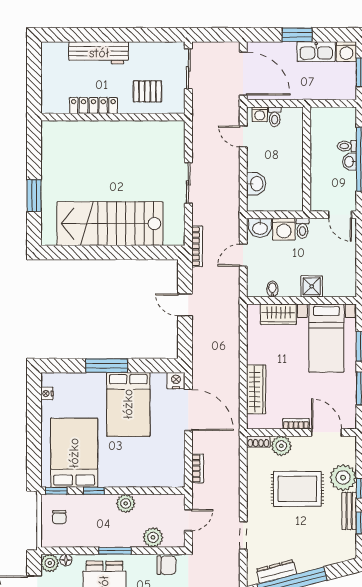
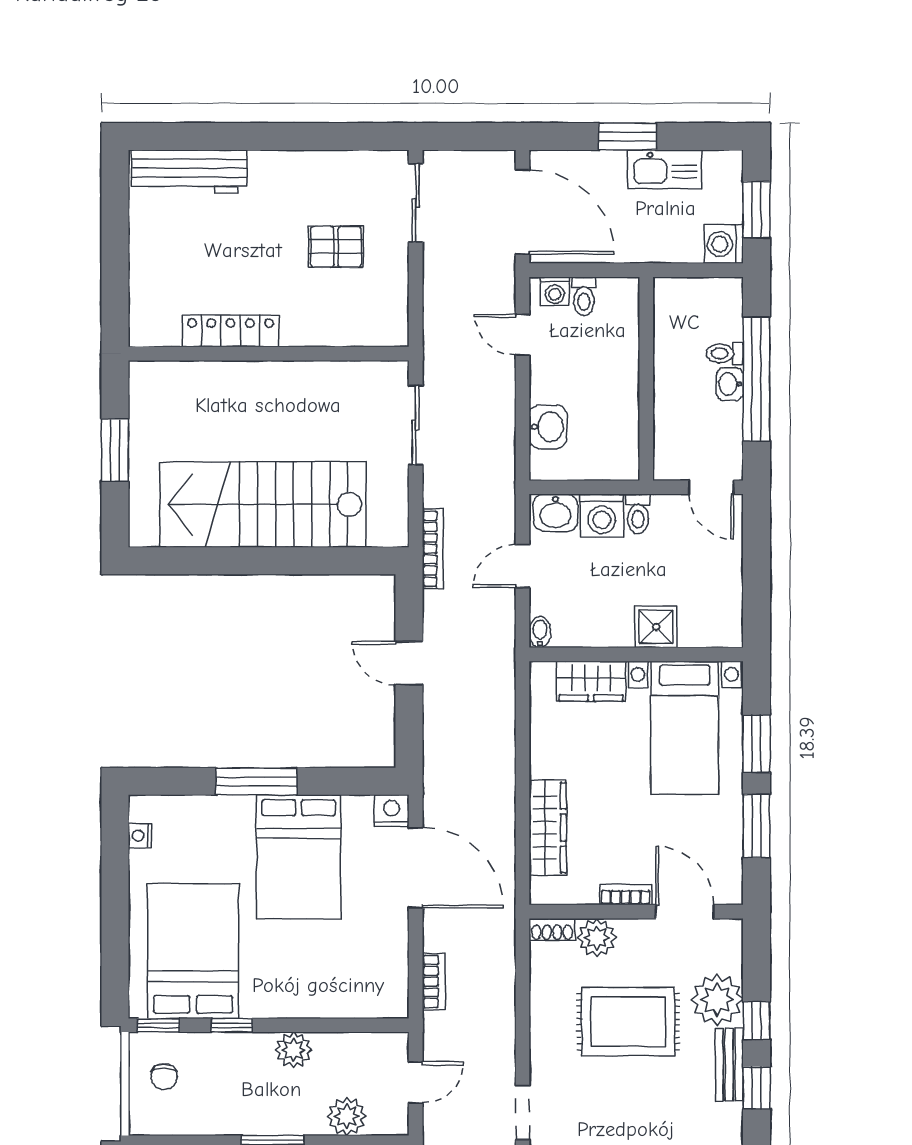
washing machine: (346, 52) -> (724, 244), moved, turned 90
workbench: (99, 53) -> (189, 172), moved
locker: (93, 105) -> (231, 331), moved
wall: (113, 117) -> (269, 354), moved
bidet: (272, 289) -> (540, 632), moved

